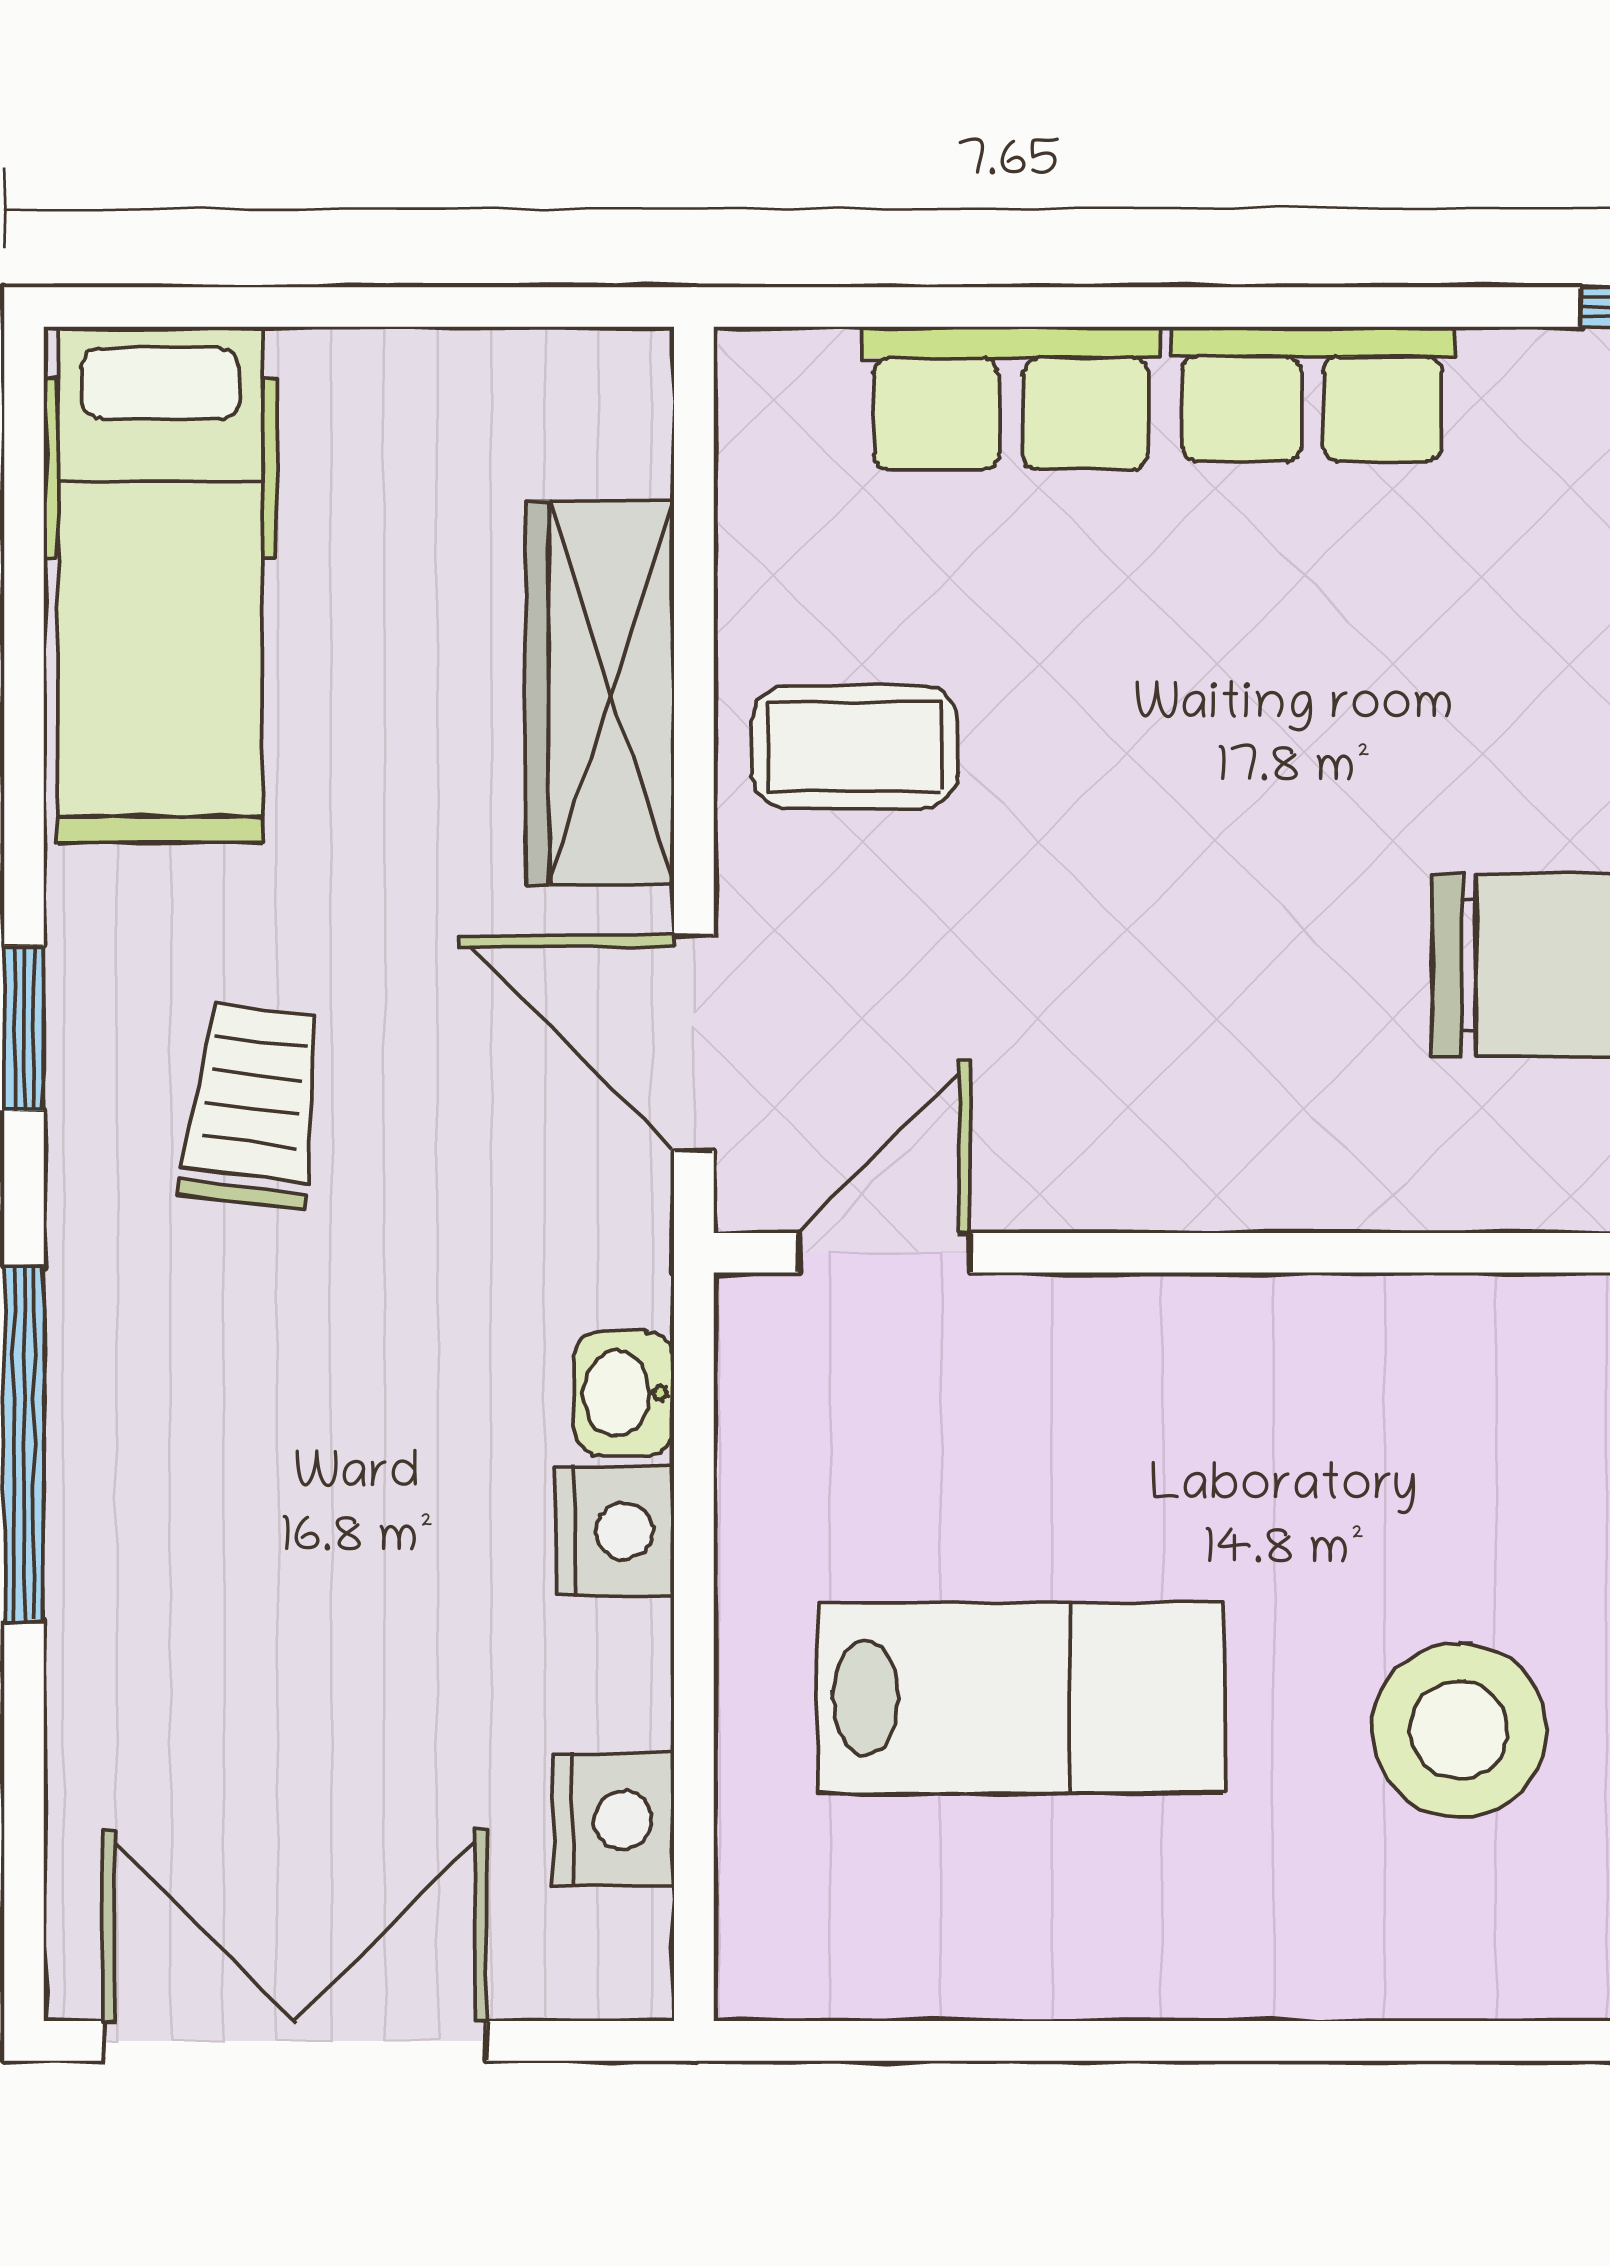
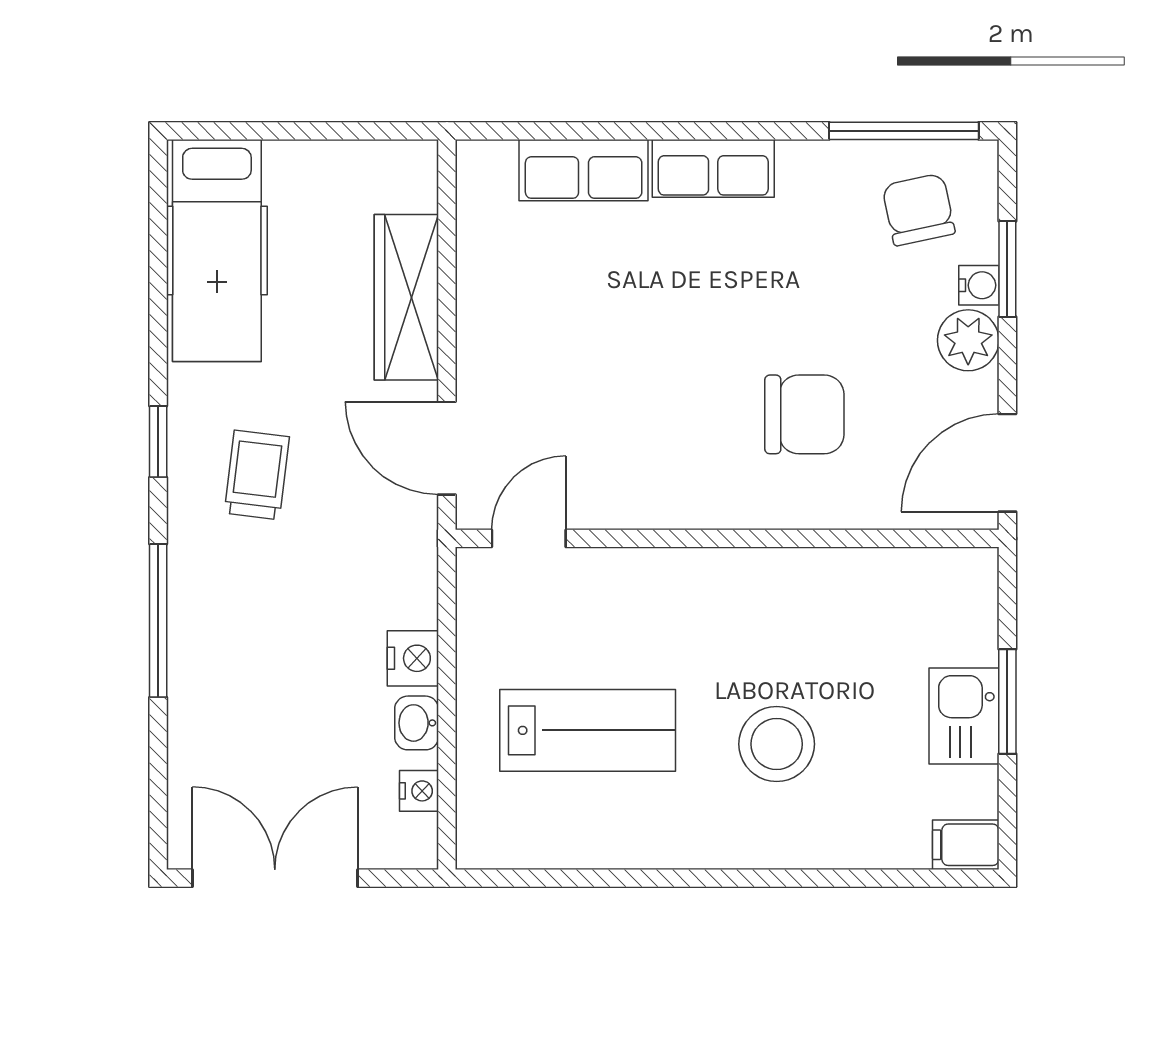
coffee table: (855, 747) -> (516, 320), removed
washbasin: (624, 1393) -> (417, 723), moved
nightstand: (613, 1820) -> (419, 791), width x0.72, depth x0.74

